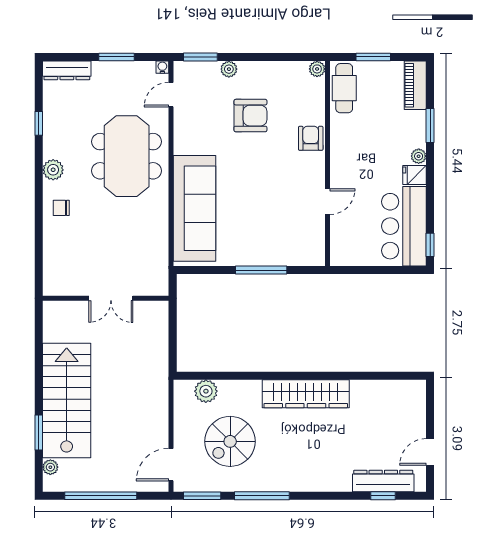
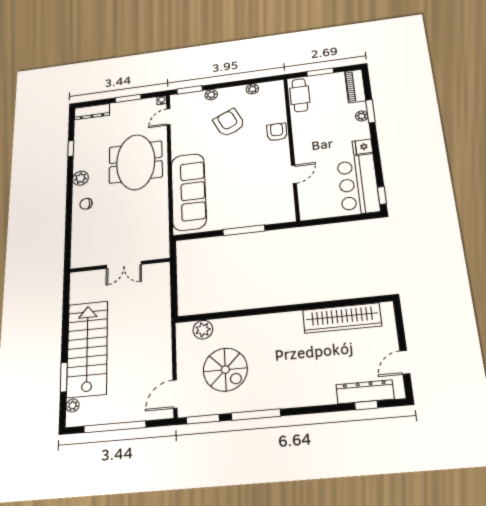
plant: (317, 69) -> (252, 89), moved
armchair: (250, 116) -> (229, 123), turned -116
plant: (419, 156) -> (362, 116), moved
wardrobe: (306, 394) -> (342, 318), moved
spiral stairs: (230, 441) -> (225, 370), turned -90

